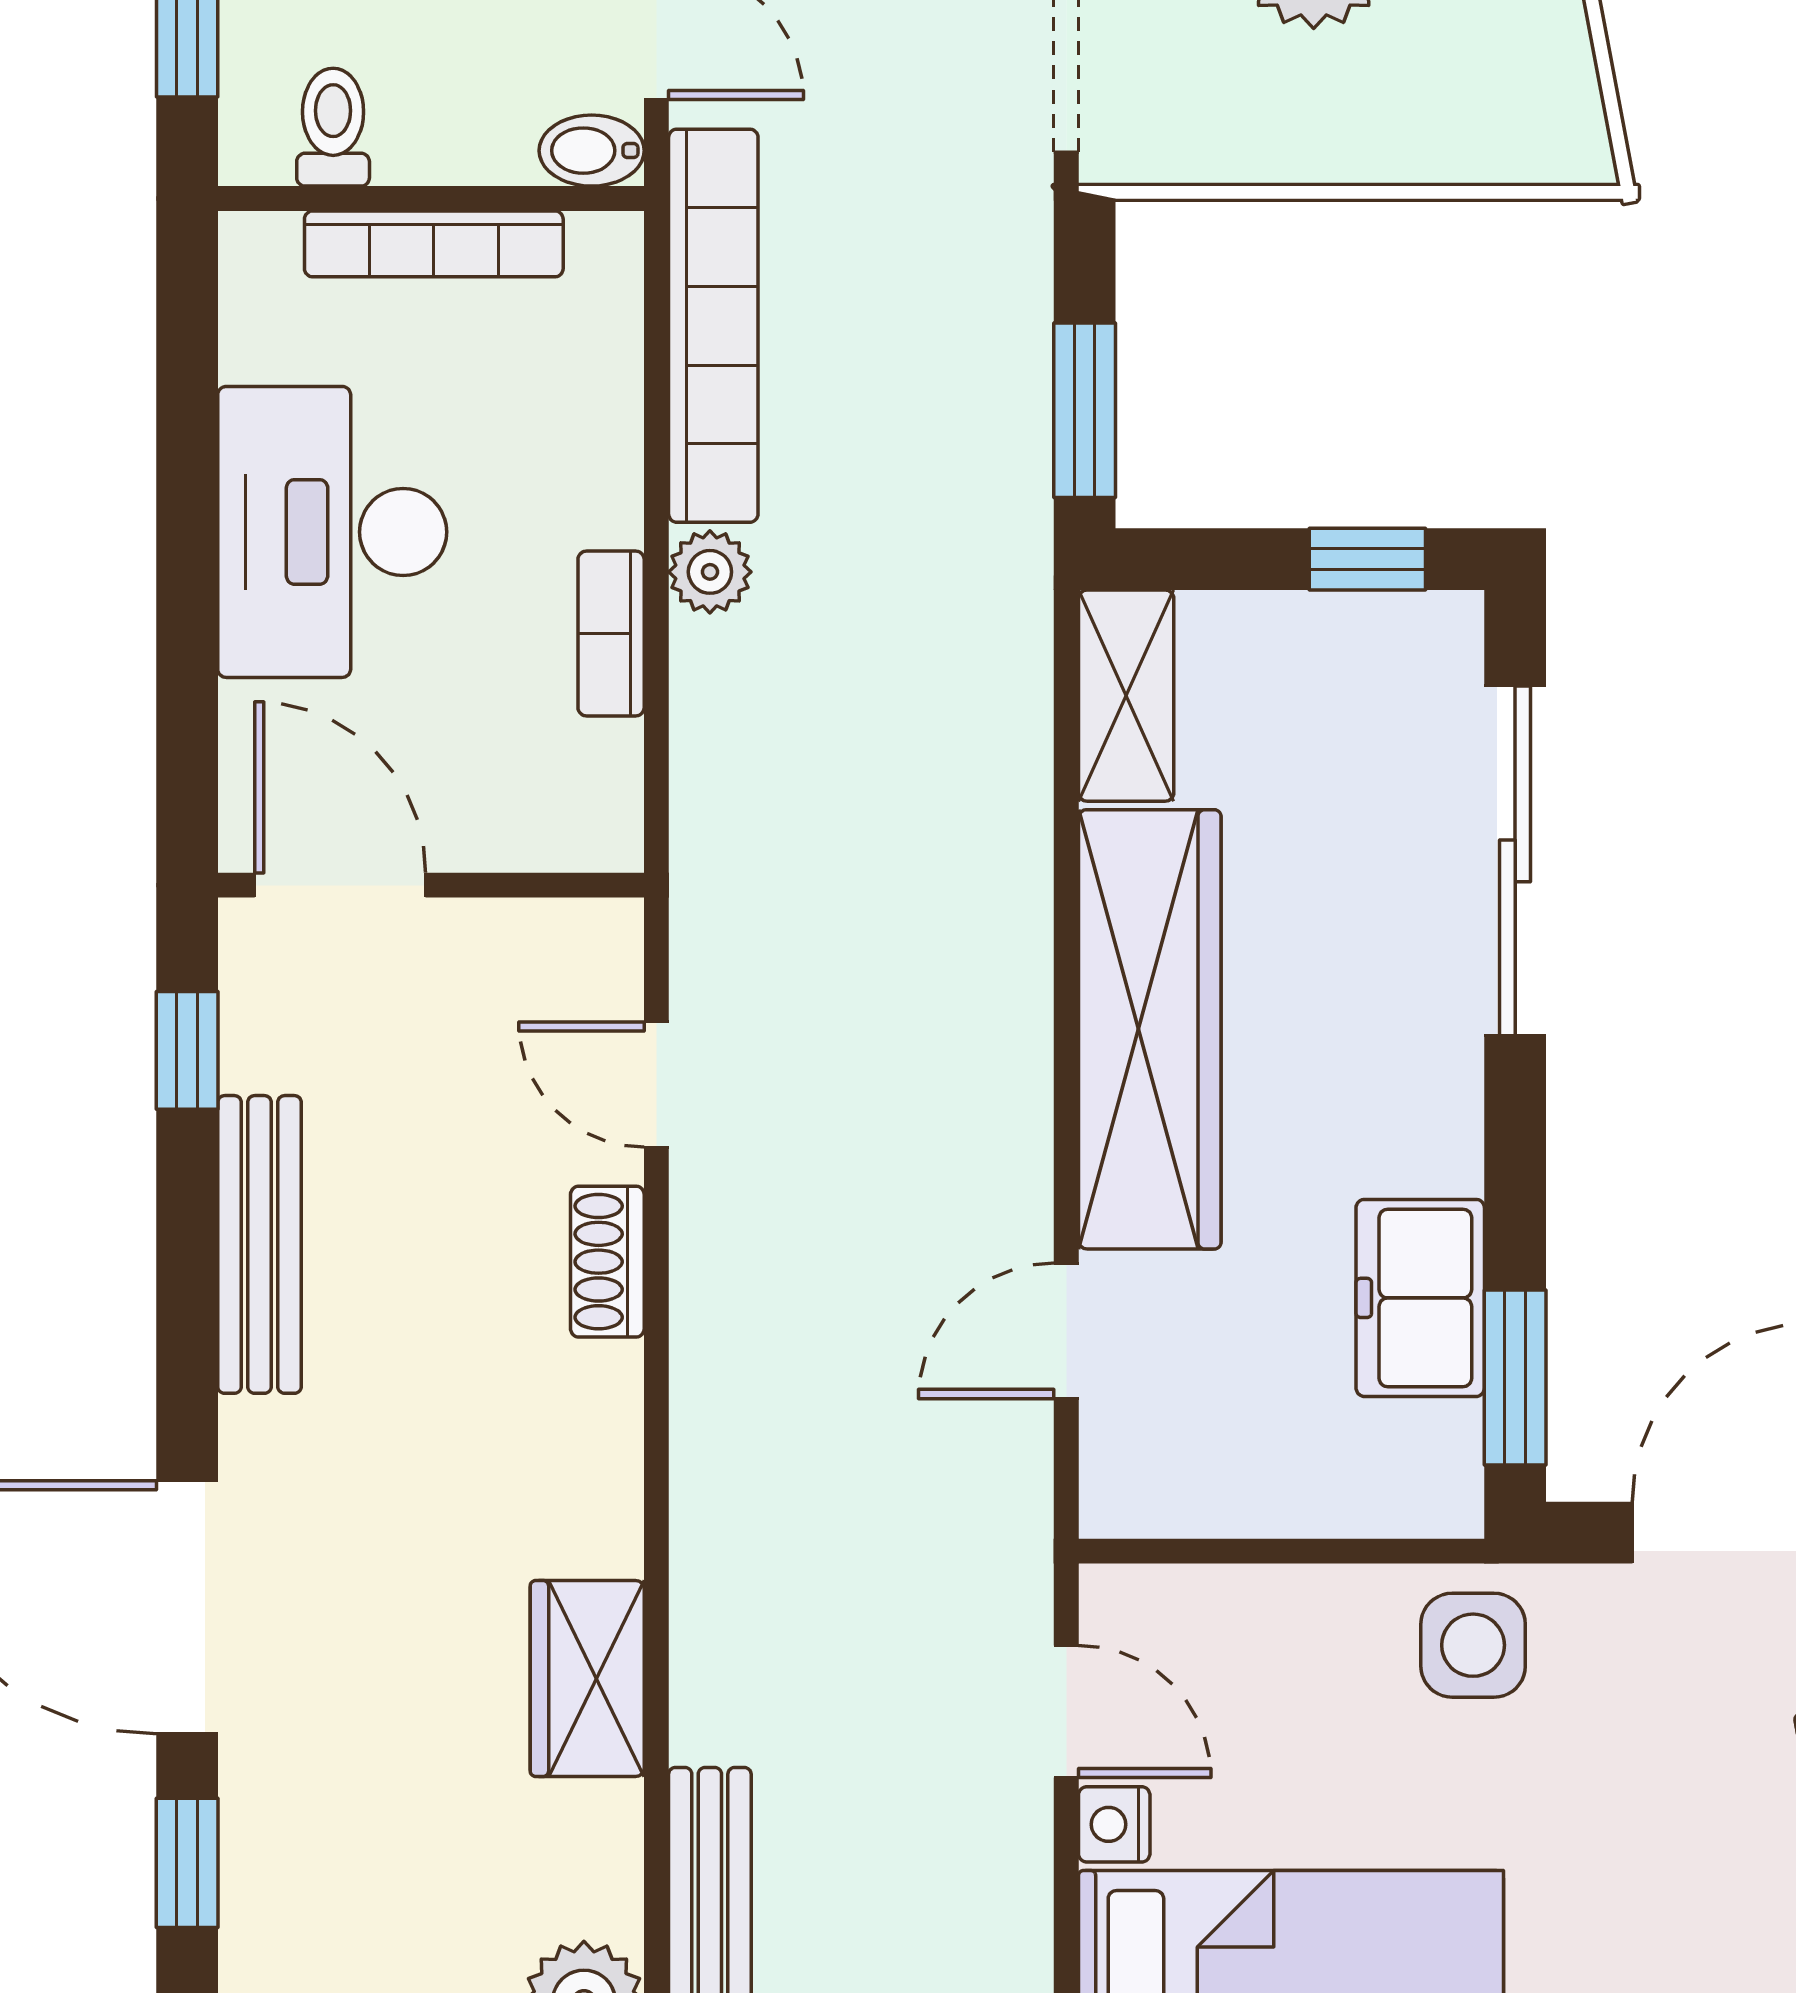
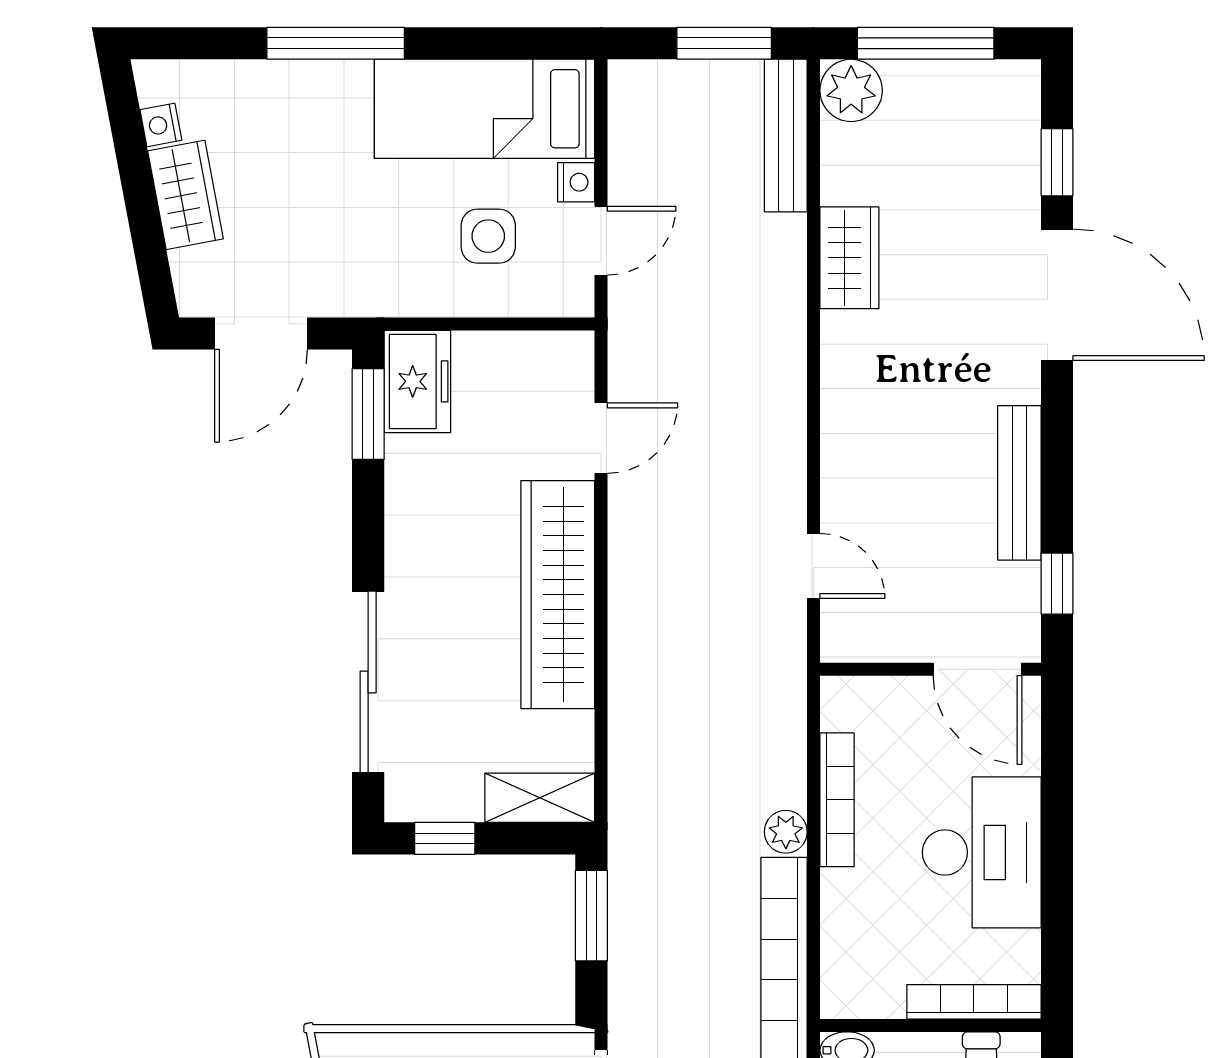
bookcase: (434, 244) -> (974, 1002), moved
bookcase: (611, 633) -> (837, 800), width x1.56
shelving: (1126, 696) -> (540, 798), moved, turned 90
shoe rack: (607, 1262) -> (839, 474), removed
freezer: (1420, 1298) -> (417, 381), moved
side table: (1473, 1645) -> (488, 236), moved
door: (1066, 1712) -> (601, 241), swing flipped

